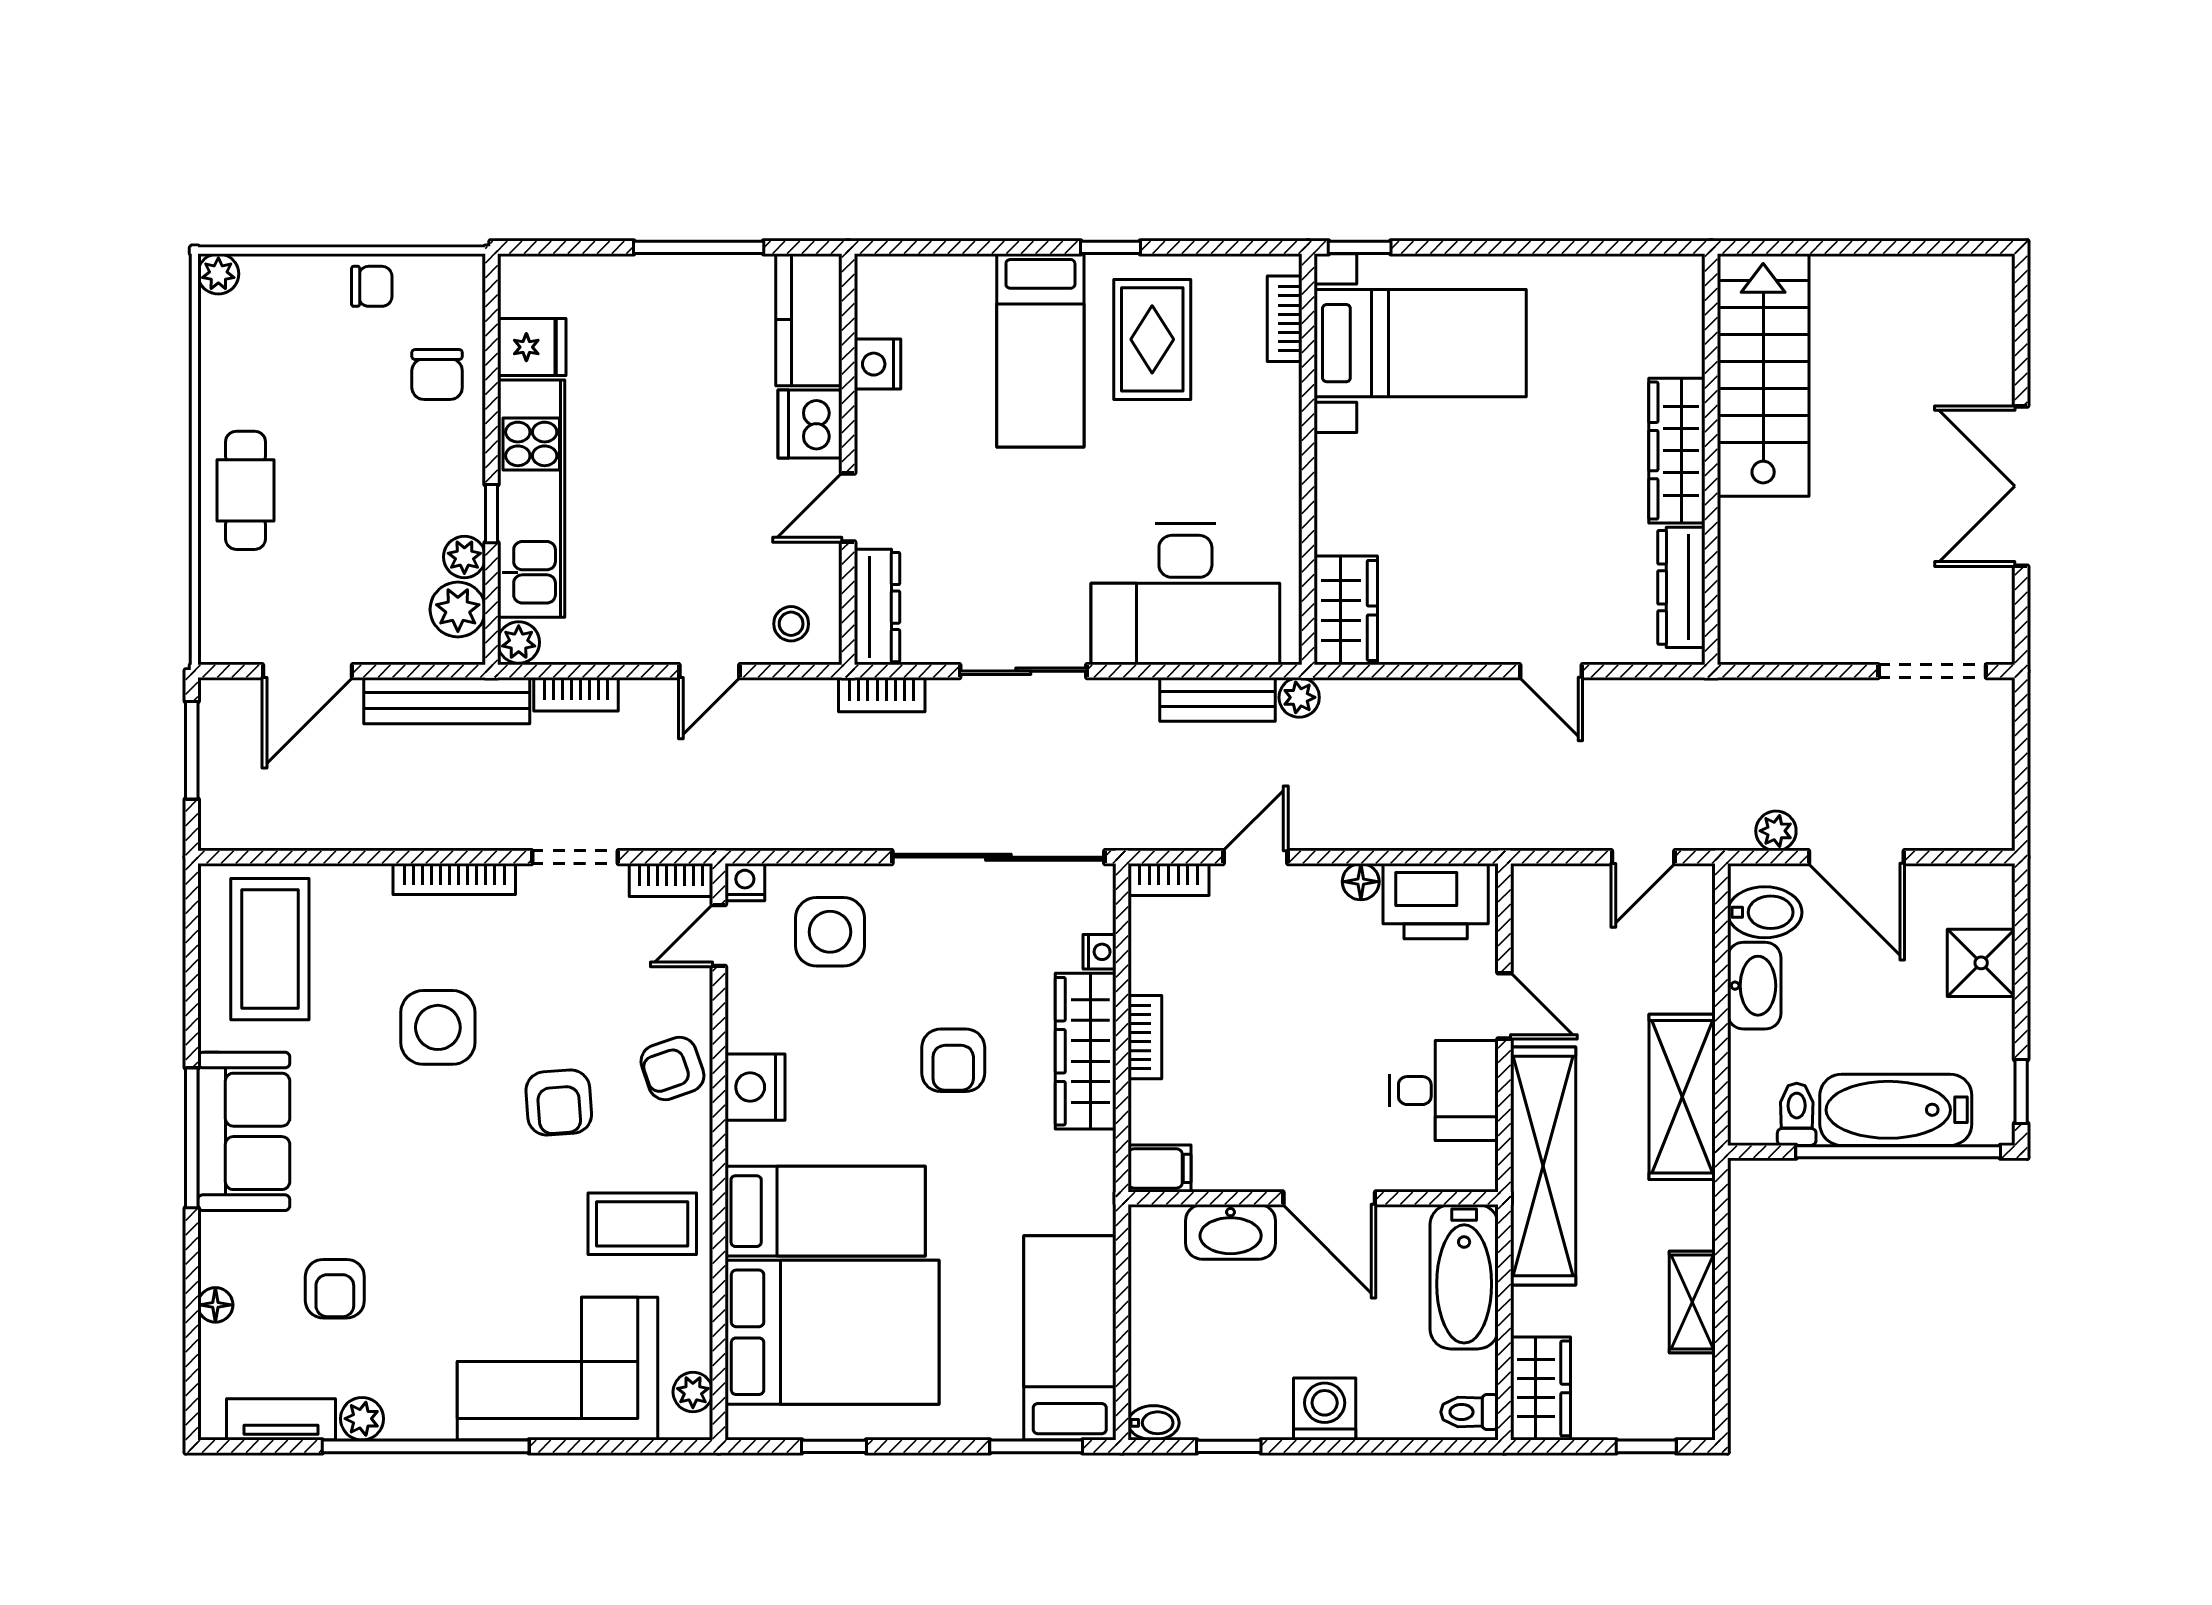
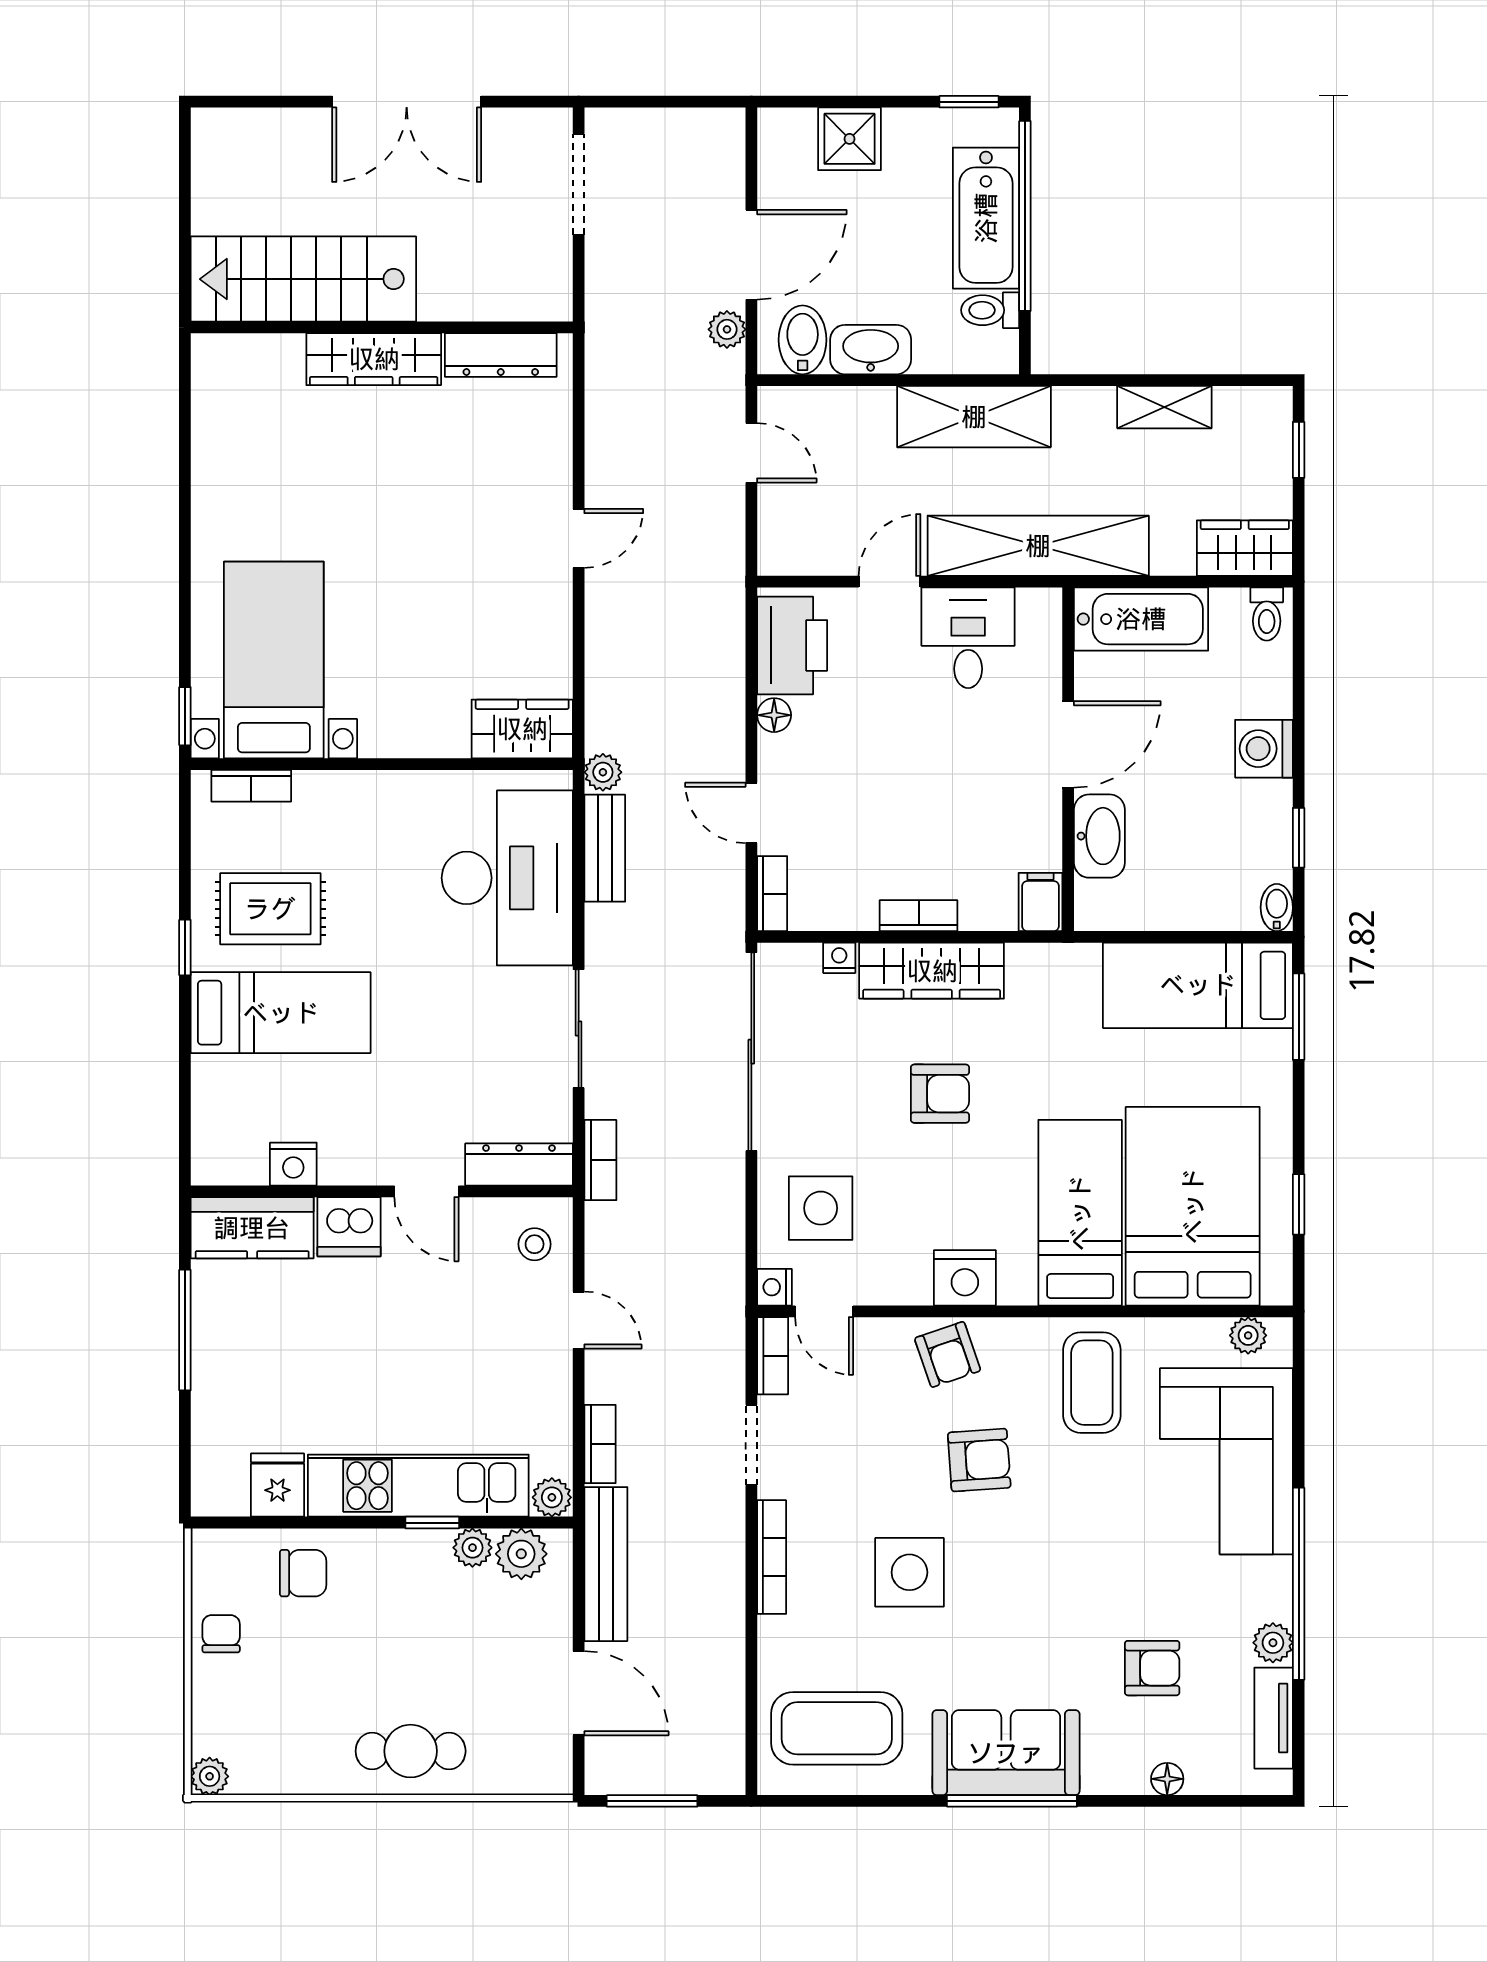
stairs: (1763, 375) -> (303, 279), moved
wardrobe: (1677, 451) -> (374, 359), moved
wall: (1711, 459) -> (382, 327), moved
dresser: (1681, 587) -> (501, 355), moved

